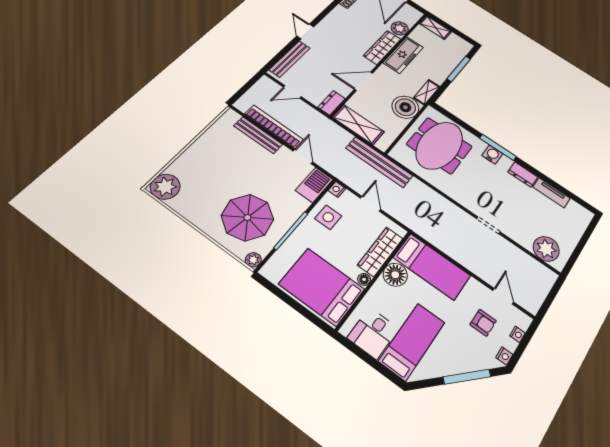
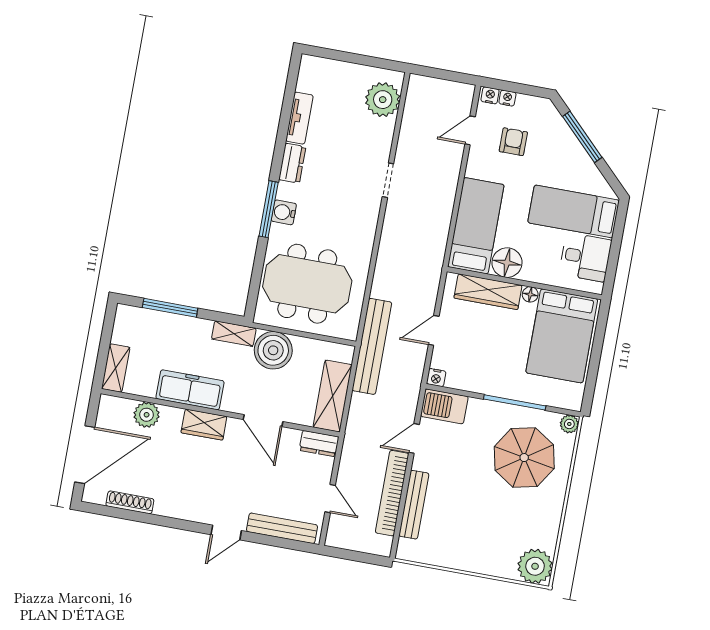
wardrobe: (382, 47) -> (204, 425), width x0.67
side table: (328, 217) -> (477, 370), removed
nightstand: (504, 356) -> (490, 95), moved

